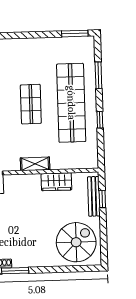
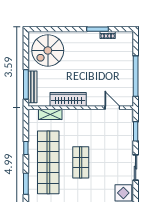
shelving: (35, 164) -> (50, 114), moved
wardrobe: (56, 182) -> (68, 99), width x1.50
window: (102, 199) -> (26, 84), width x2.17

